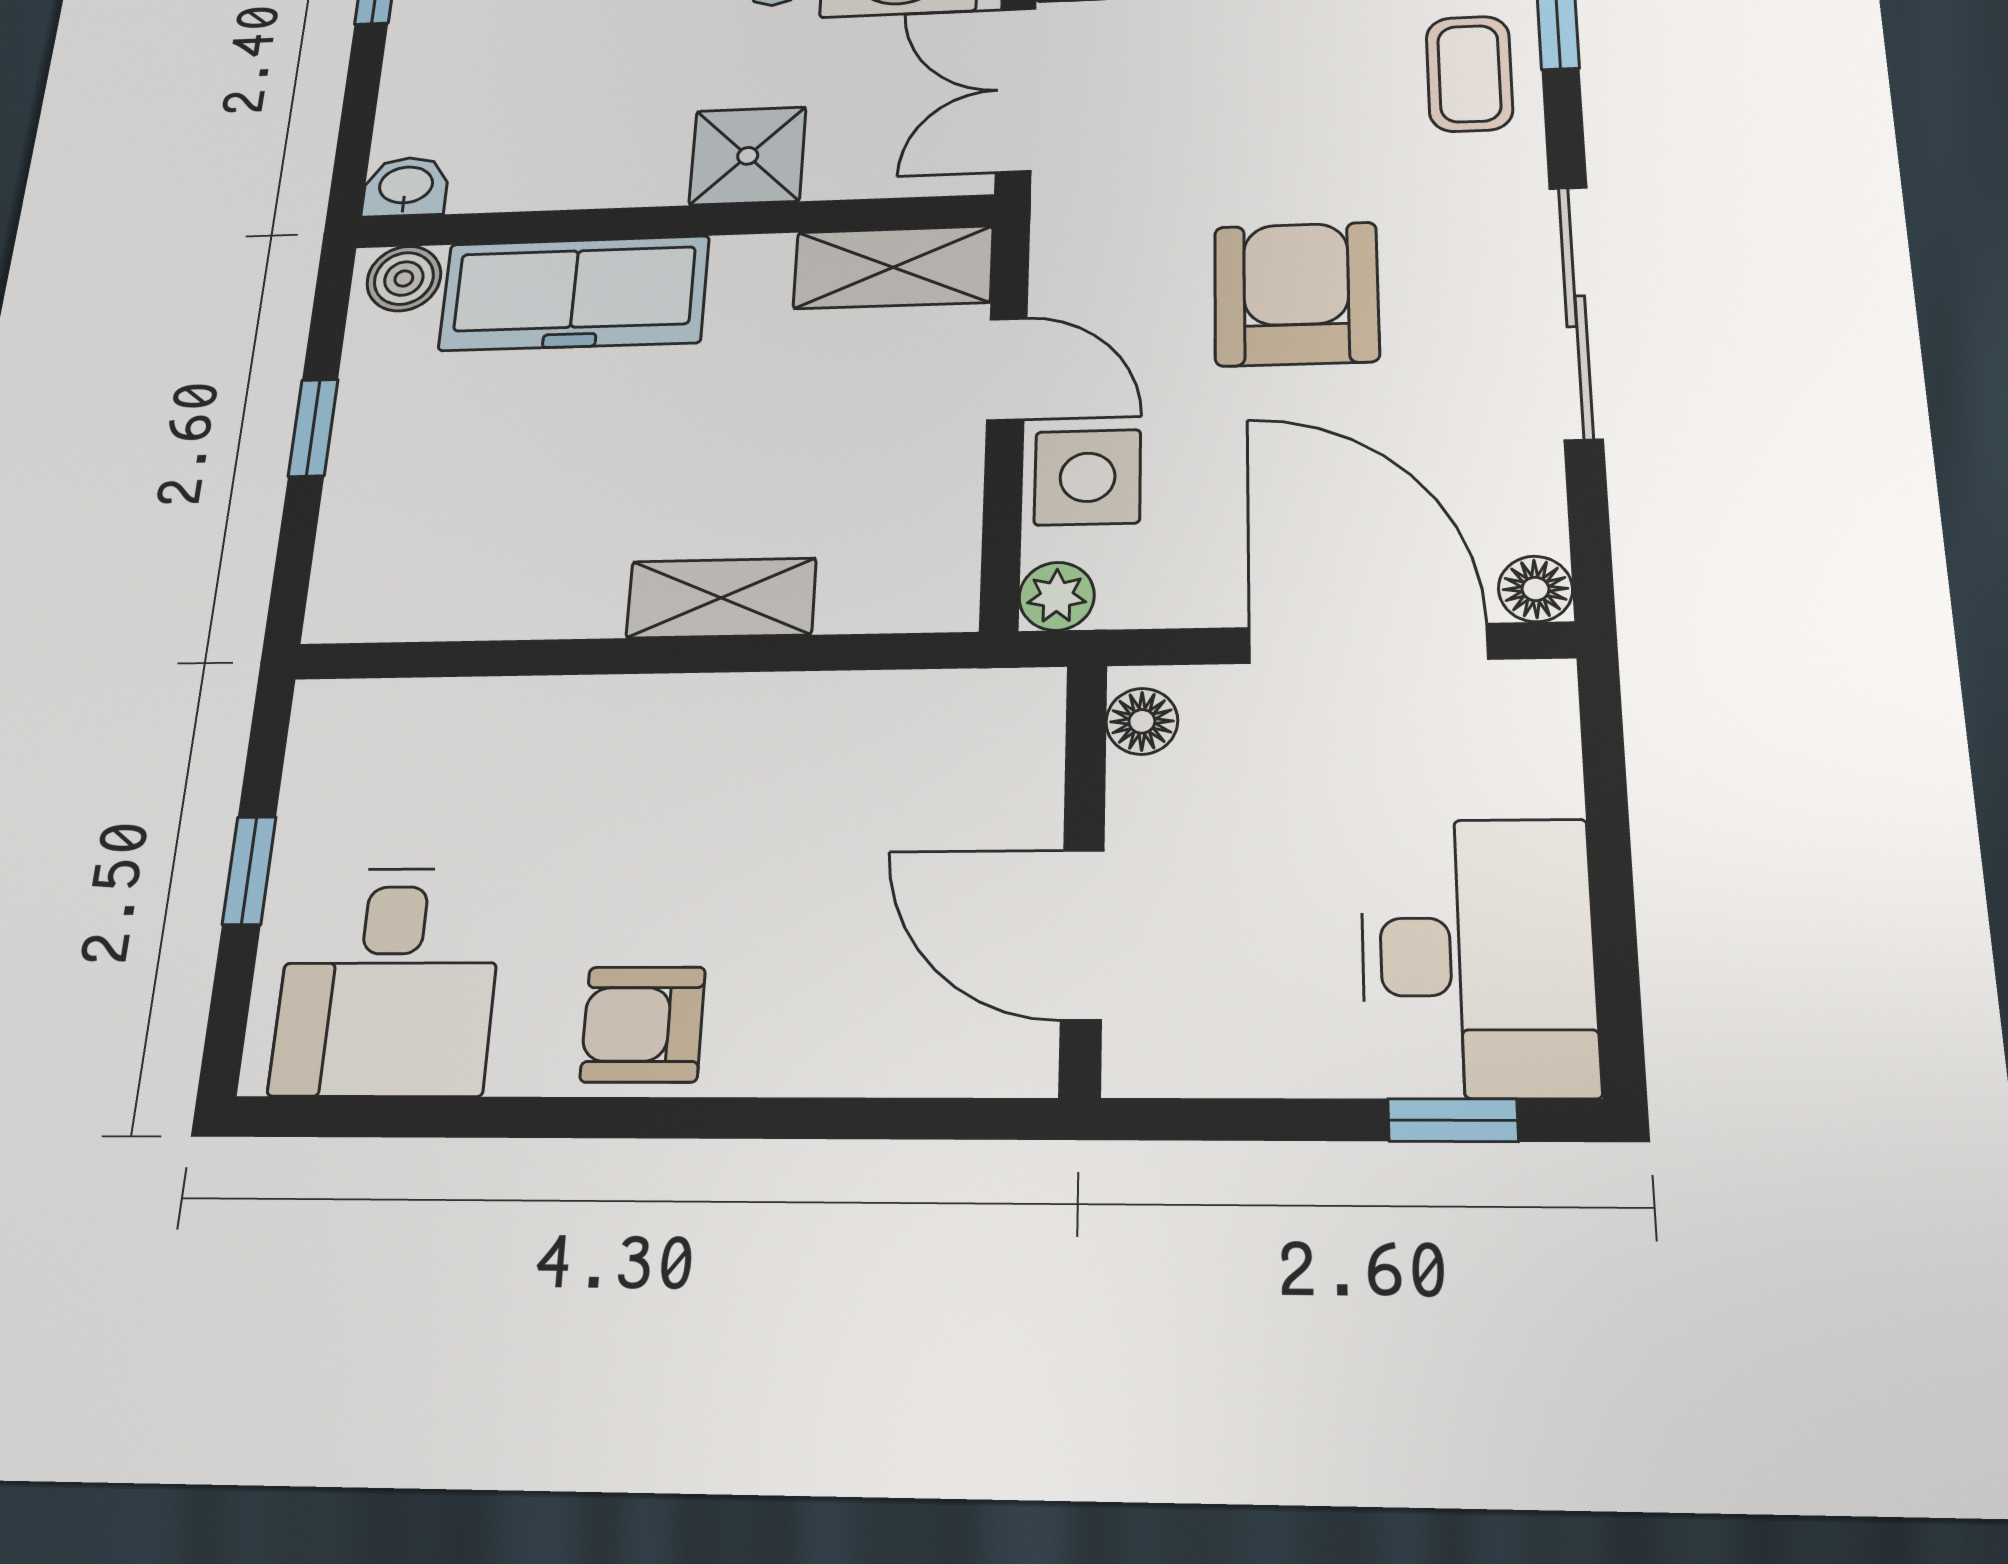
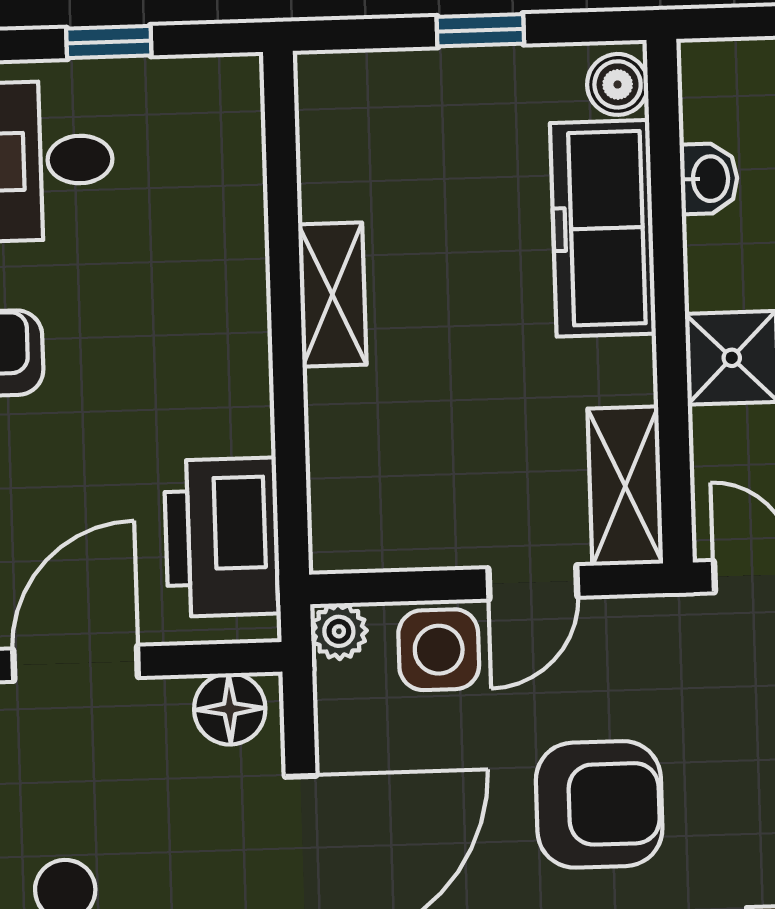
washbasin: (406, 187) -> (709, 179), moved
shelving: (721, 598) -> (332, 295), moved
floor lamp: (1142, 721) -> (230, 709), width x1.37, depth x1.37
printer: (921, 739) -> (222, 537), added

